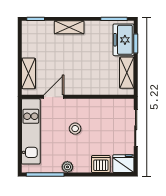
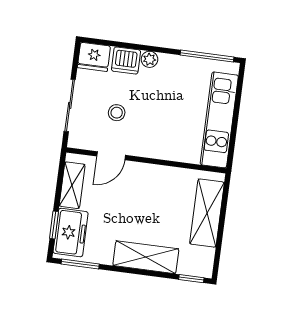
shelving: (69, 27) -> (146, 257), width x1.50, depth x1.33
shelving: (28, 73) -> (207, 213), width x1.50, depth x1.33
door: (54, 97) -> (111, 156), moved
stool: (75, 129) -> (117, 113), moved
plant: (67, 167) -> (149, 59), moved

